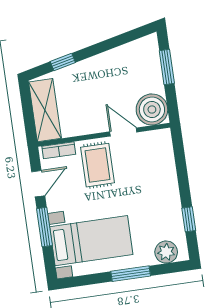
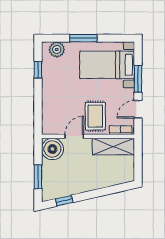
window: (63, 62) -> (64, 201), moved
shelving: (45, 110) -> (113, 146), moved, turned 90
door: (123, 132) -> (74, 136), swing flipped

